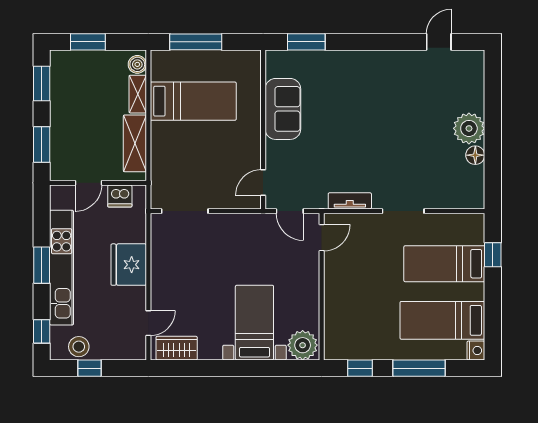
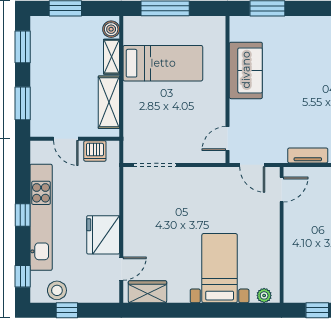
door: (88, 183) -> (66, 139), hinge flipped
window: (42, 265) -> (23, 215), width x0.67
fridge: (129, 265) -> (103, 235), moved
plant: (303, 345) -> (264, 295), width x0.53, depth x0.53

